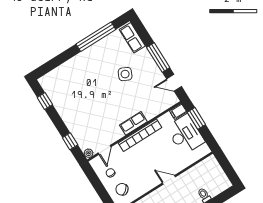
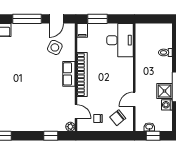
side table: (125, 74) -> (55, 47), moved
desk: (185, 135) -> (120, 40), moved, turned 90
door: (169, 180) -> (134, 99), moved

